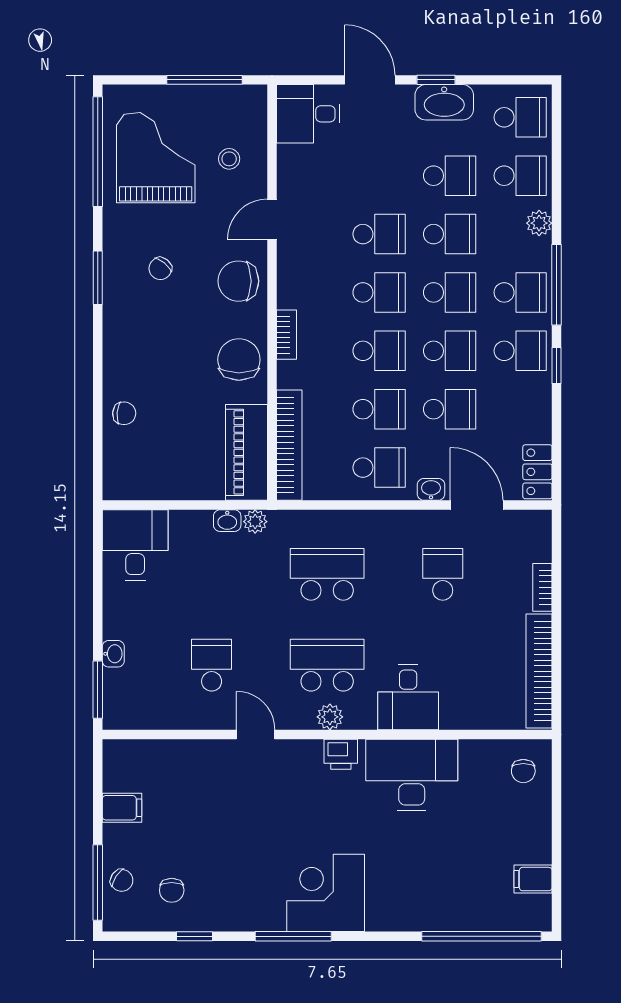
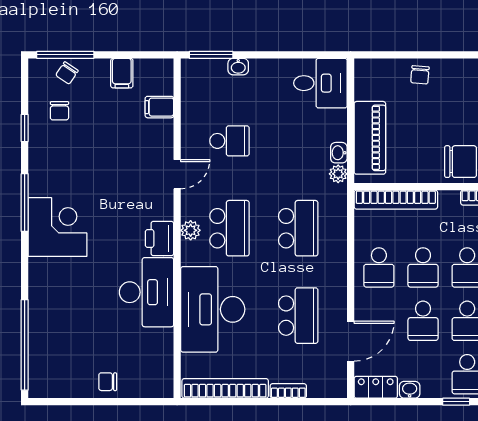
piano: (247, 452) -> (370, 138), moved, turned 90
washbasin: (431, 489) -> (410, 390), moved, turned -90
school desk: (443, 574) -> (298, 316), width x1.85
desk: (408, 697) -> (213, 309), width x1.87, depth x1.30
printer: (341, 754) -> (160, 239), width x1.36, depth x1.24
chair: (523, 771) -> (108, 382), moved
filing cabinet: (533, 879) -> (159, 107), moved, turned -90
chair: (172, 890) -> (59, 111), turned -90

